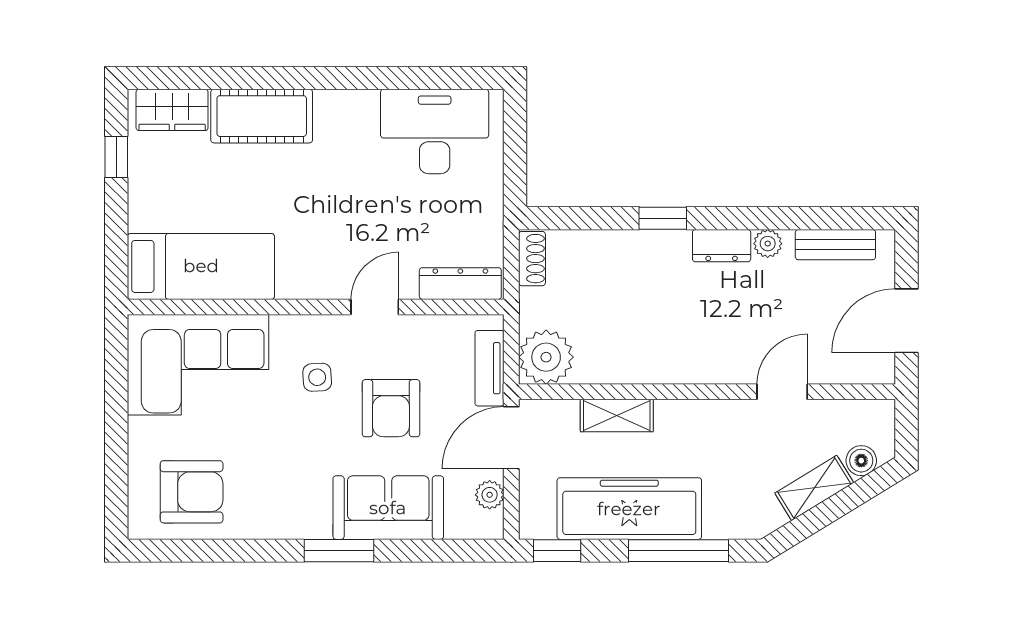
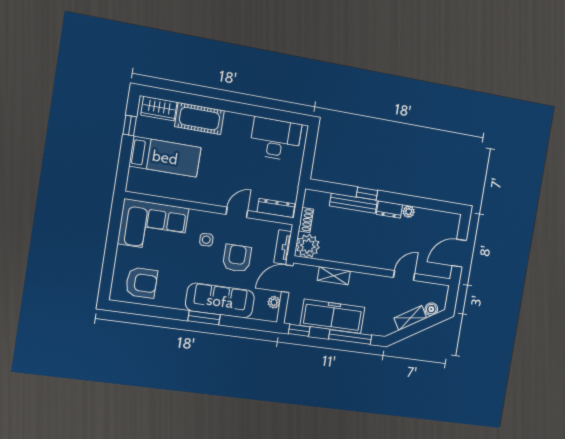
bench: (835, 245) -> (353, 203), moved, width x1.36
shoe rack: (532, 259) -> (306, 220), moved
bed: (201, 266) -> (165, 157), moved
armchair: (391, 408) -> (237, 258), turned 180
sofa: (388, 508) -> (220, 301), width x1.36

